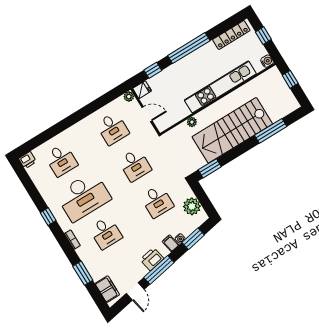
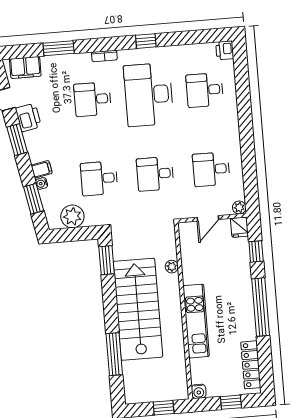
kitchen unit: (220, 87) -> (196, 321), width x0.73
printer: (152, 259) -> (28, 117), moved
window: (159, 270) -> (17, 140), width x0.69

